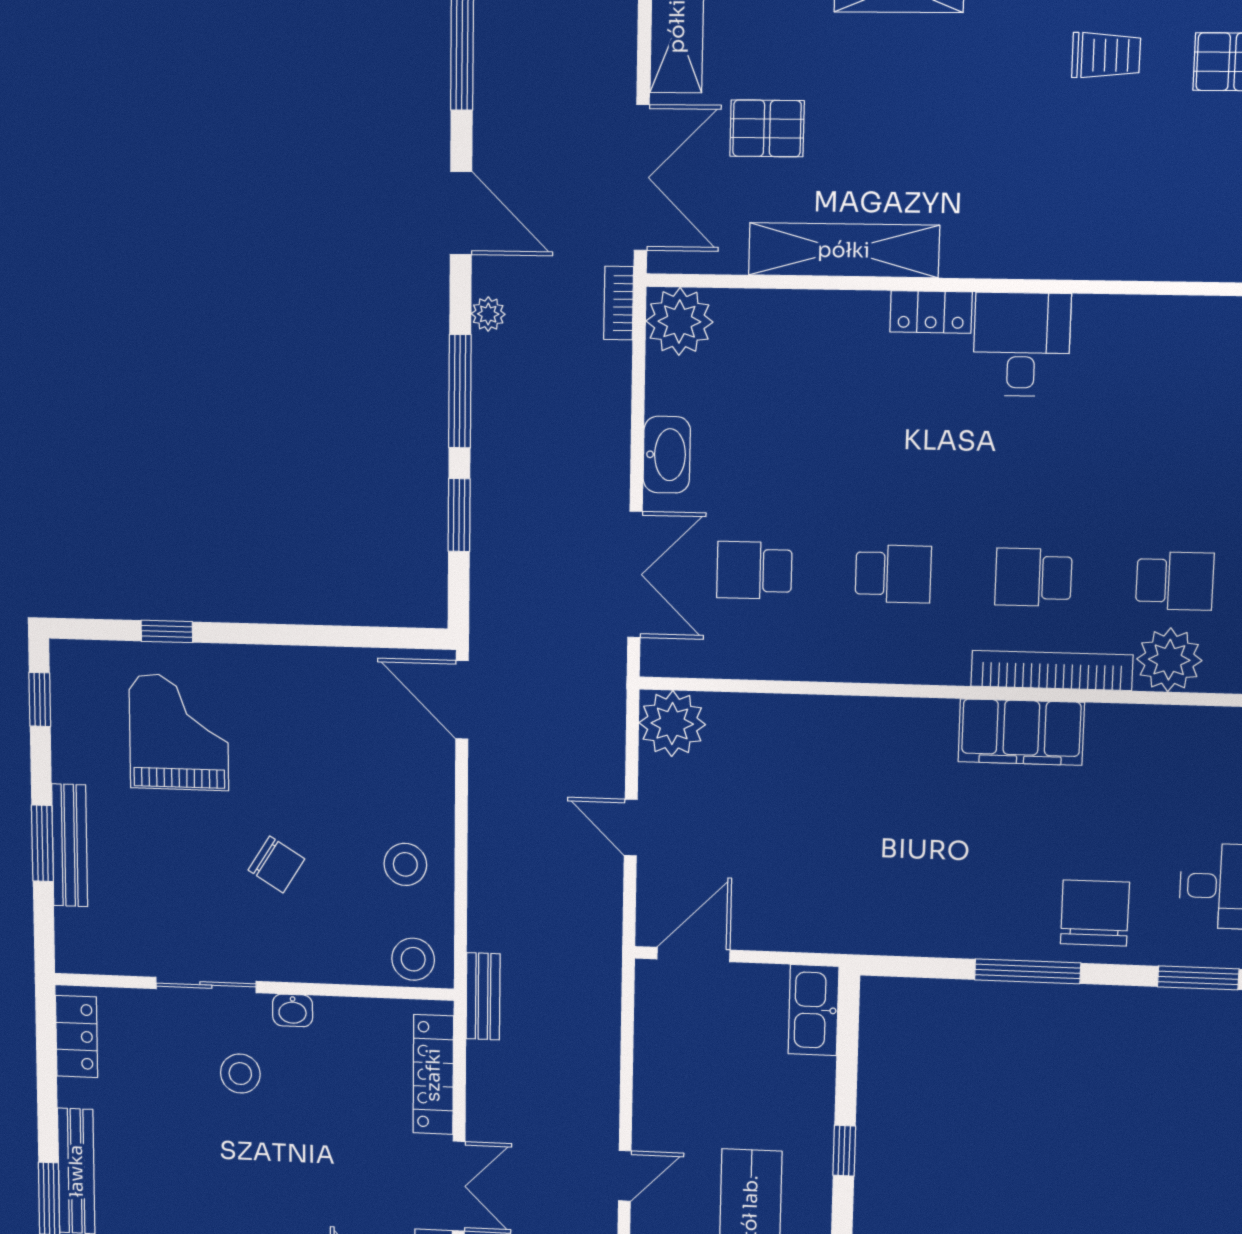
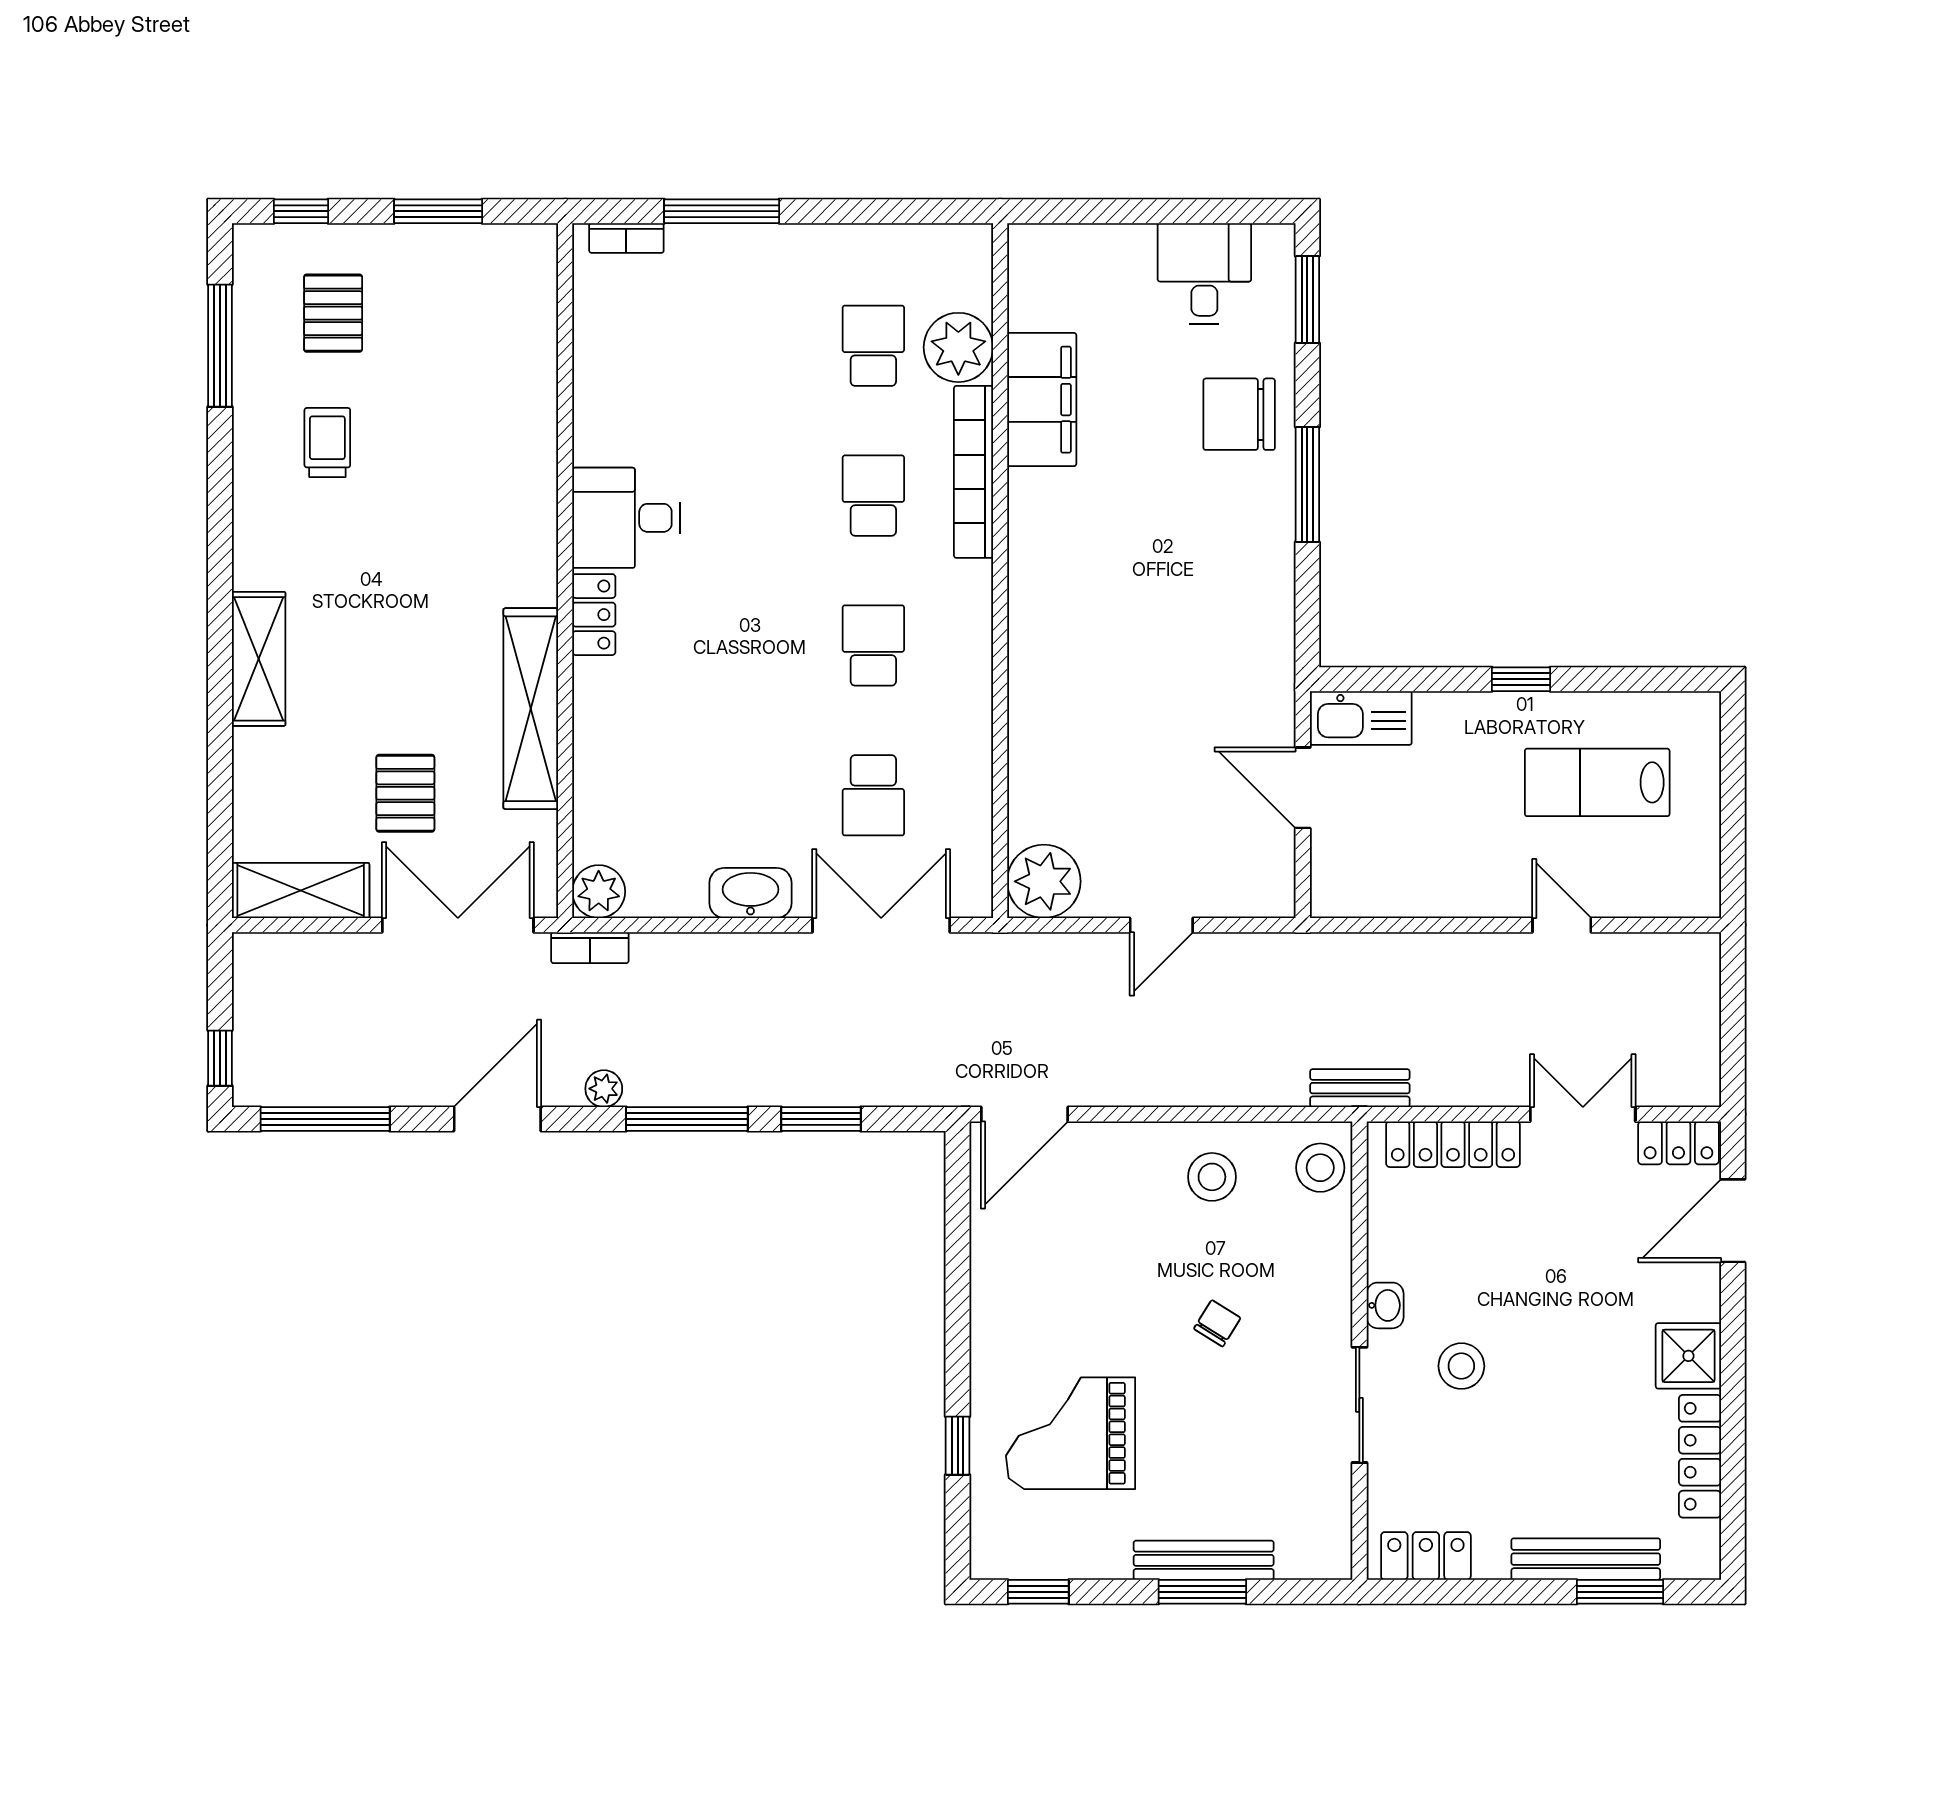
plant: (679, 321) -> (599, 892), width x0.73, depth x0.73
school desk: (1033, 577) -> (873, 496), turned 180
filing cabinet: (1021, 732) -> (1042, 400), moved
chair: (276, 864) -> (1217, 1323), width x0.73, depth x0.73
door: (693, 955) -> (1303, 788), moved

